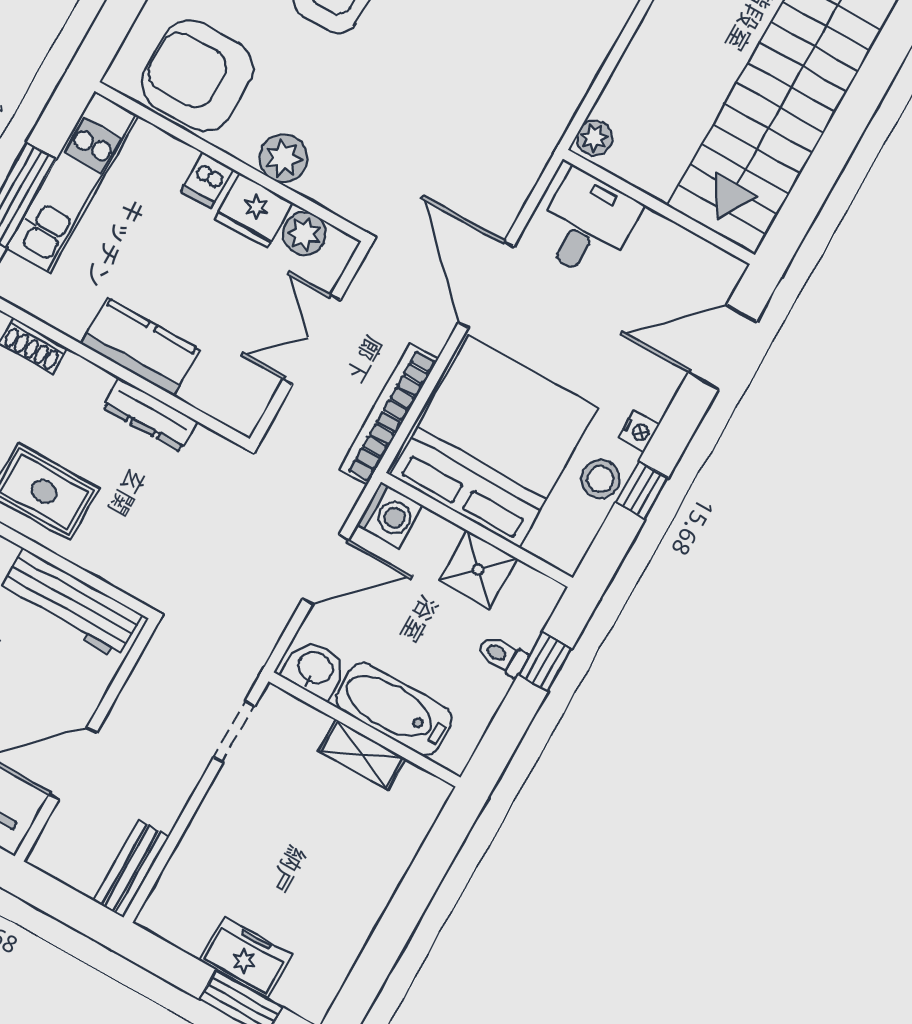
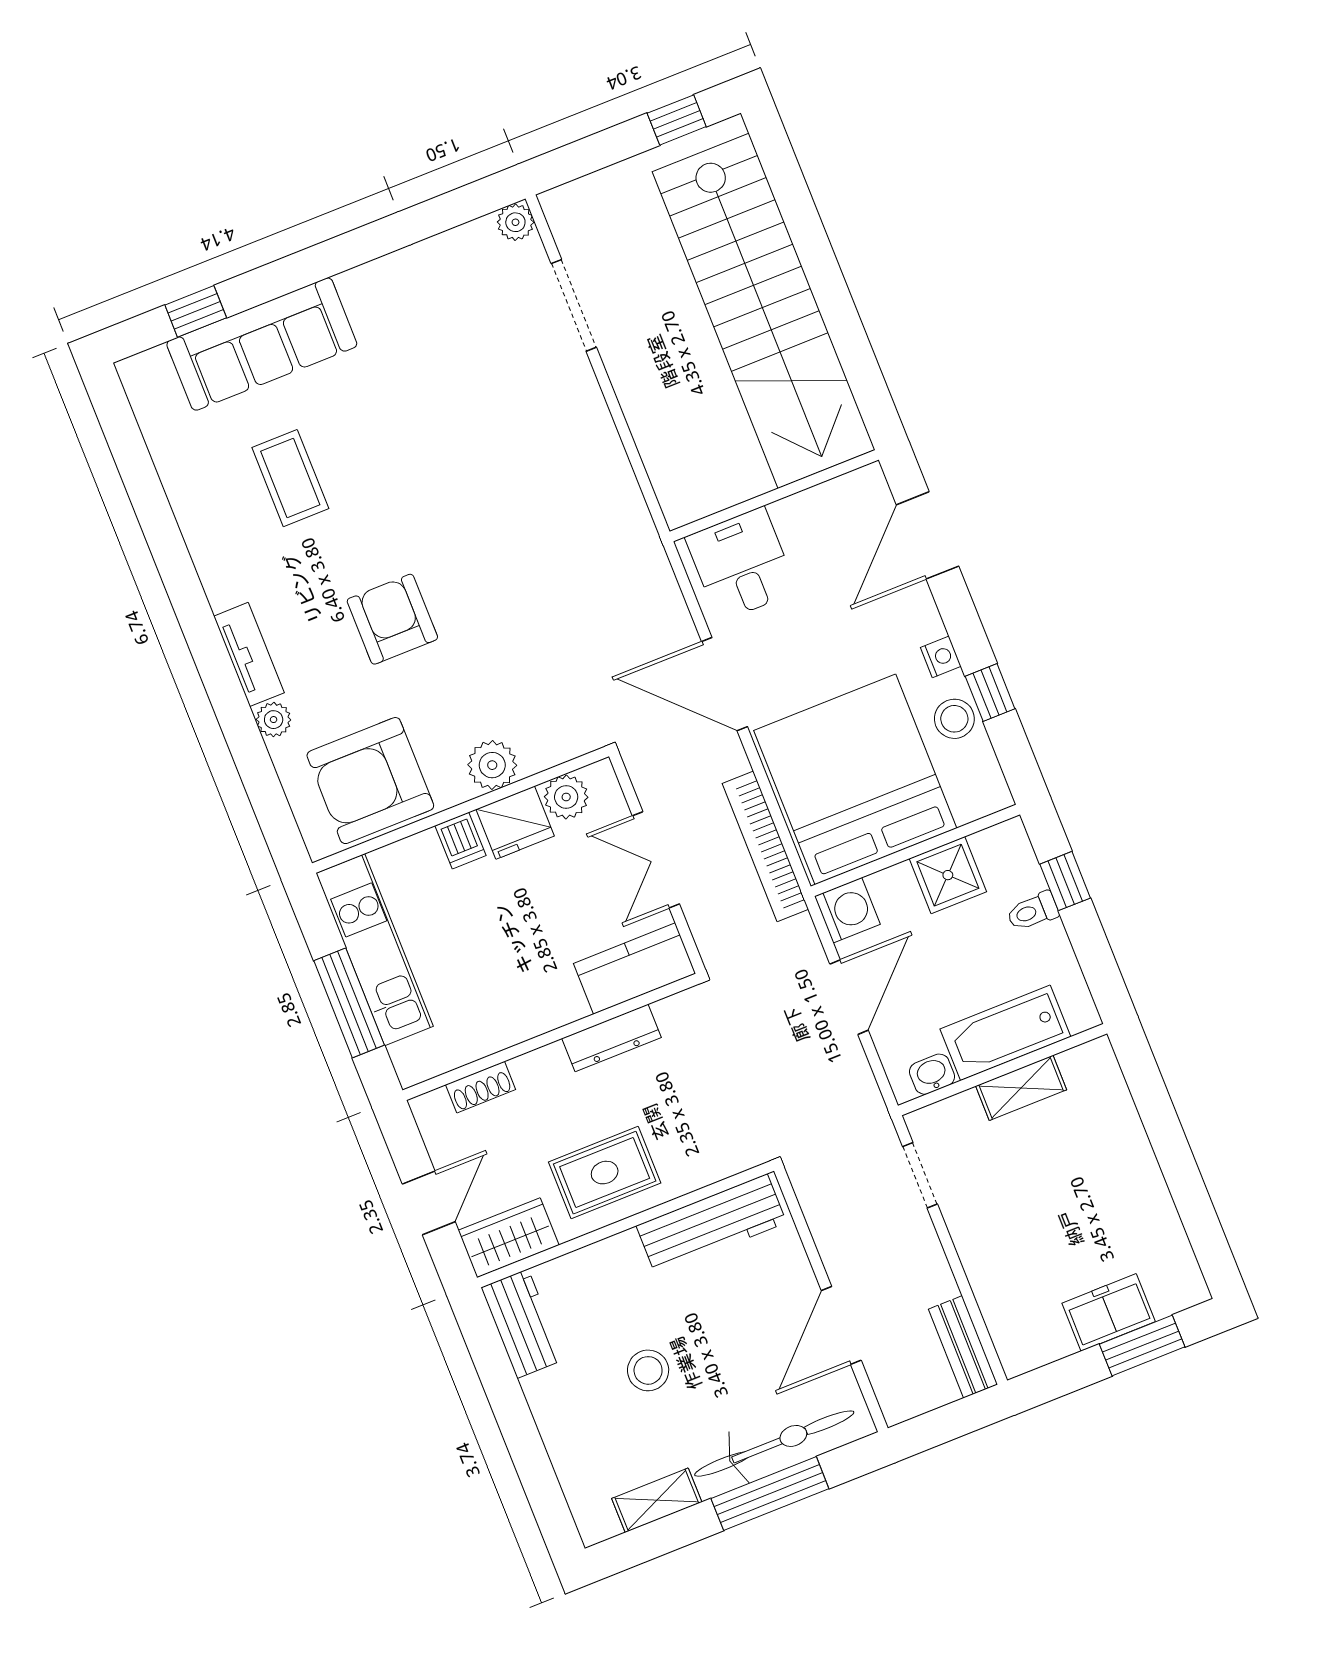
plant: (594, 138) -> (677, 503), removed
kitchen counter: (140, 347) -> (635, 969), moved
washbasin: (315, 669) -> (932, 1074), width x0.72, depth x0.69

